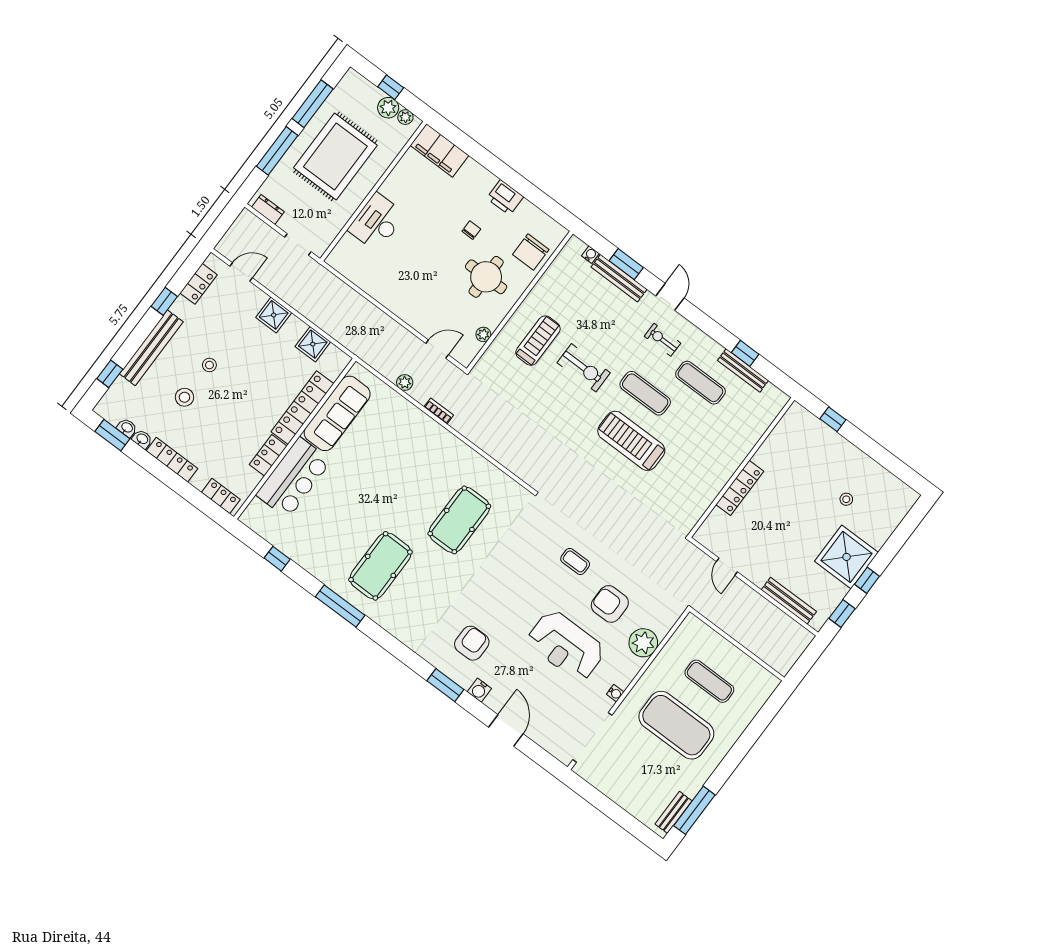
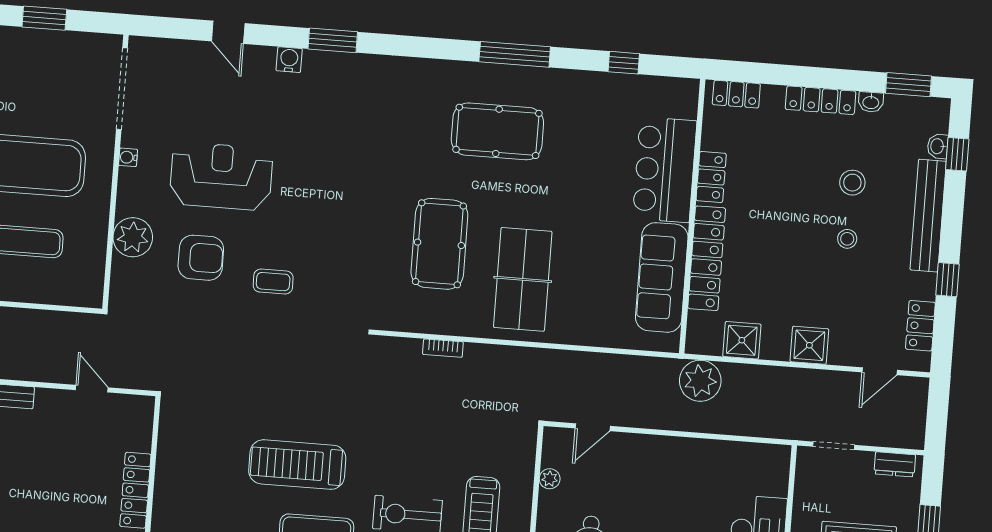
plant: (405, 383) -> (700, 381), moved, width x1.87, depth x1.87
bookcase: (439, 411) -> (443, 348), moved
washbasin: (127, 428) -> (938, 146), moved, turned 90
treadmill: (631, 441) -> (297, 465), turned 180
table tennis table: (422, 466) -> (523, 279), added
pool table: (380, 566) -> (497, 131), turned 90
armchair: (472, 643) -> (333, 109), removed
door: (506, 730) -> (228, 32), width x0.73
window: (612, 810) -> (44, 18), added

